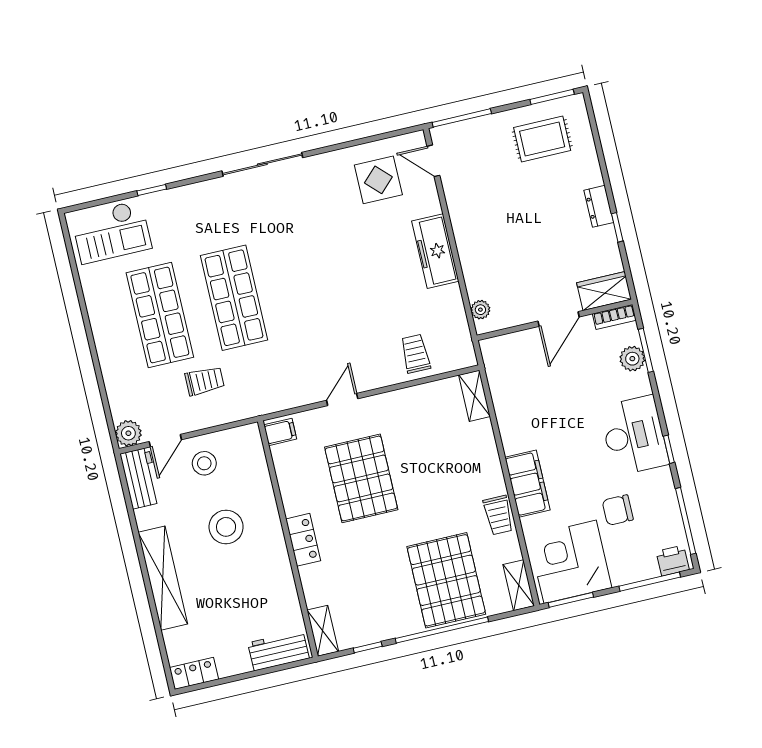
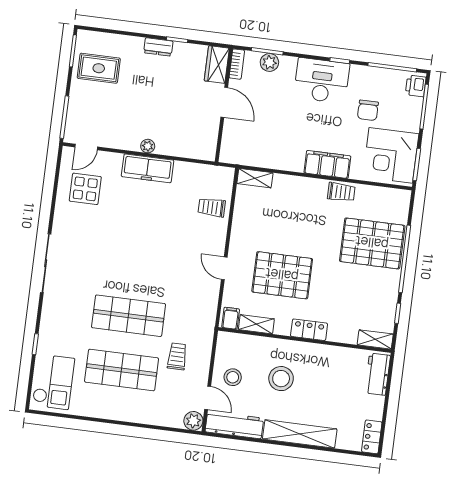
rug: (542, 139) -> (99, 68), turned 90
plant: (480, 310) -> (148, 146), moved
workbench: (141, 478) -> (234, 425), width x1.37
shelving: (519, 585) -> (256, 324), moved

